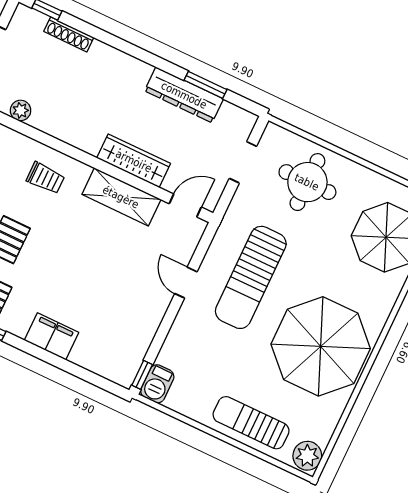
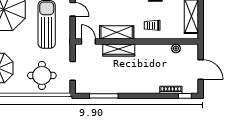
window: (205, 85) -> (104, 96), width x1.44
dresser: (184, 95) -> (111, 87), removed
door: (185, 205) -> (88, 42), swing flipped

